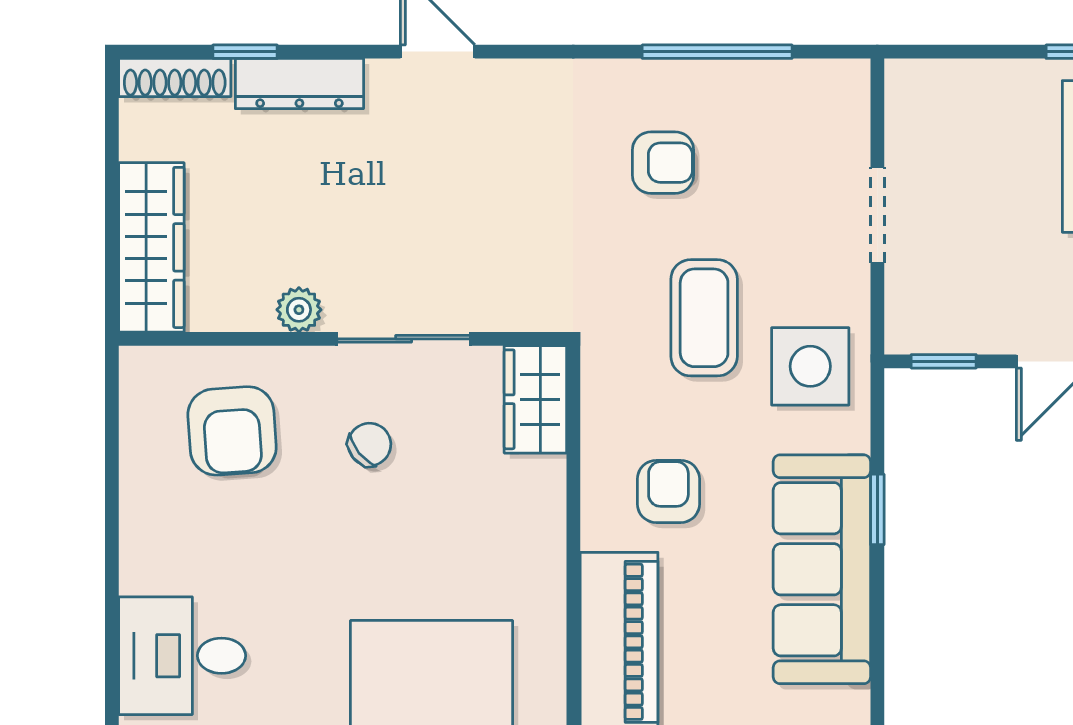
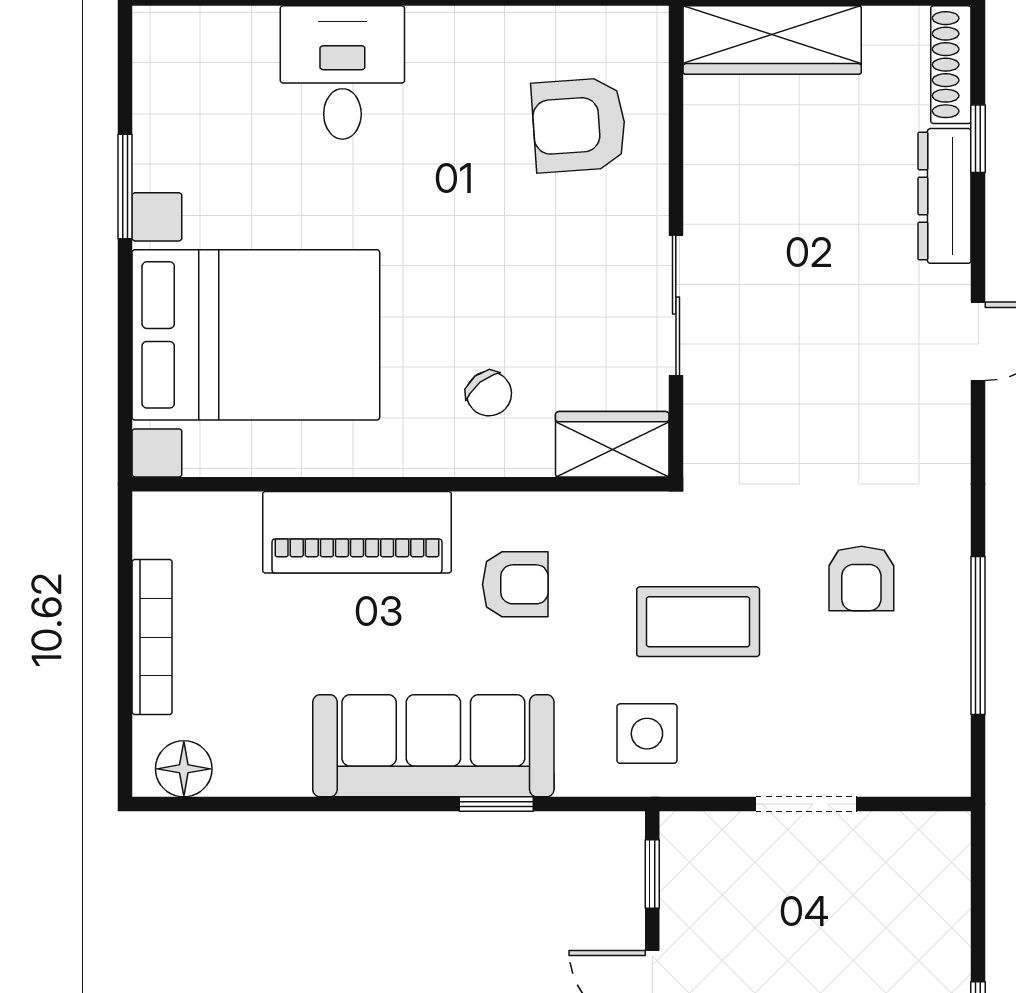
plant: (299, 310) -> (707, 195), removed
side table: (810, 366) -> (647, 734), width x0.73, depth x0.73
chair: (370, 444) -> (489, 394), moved

